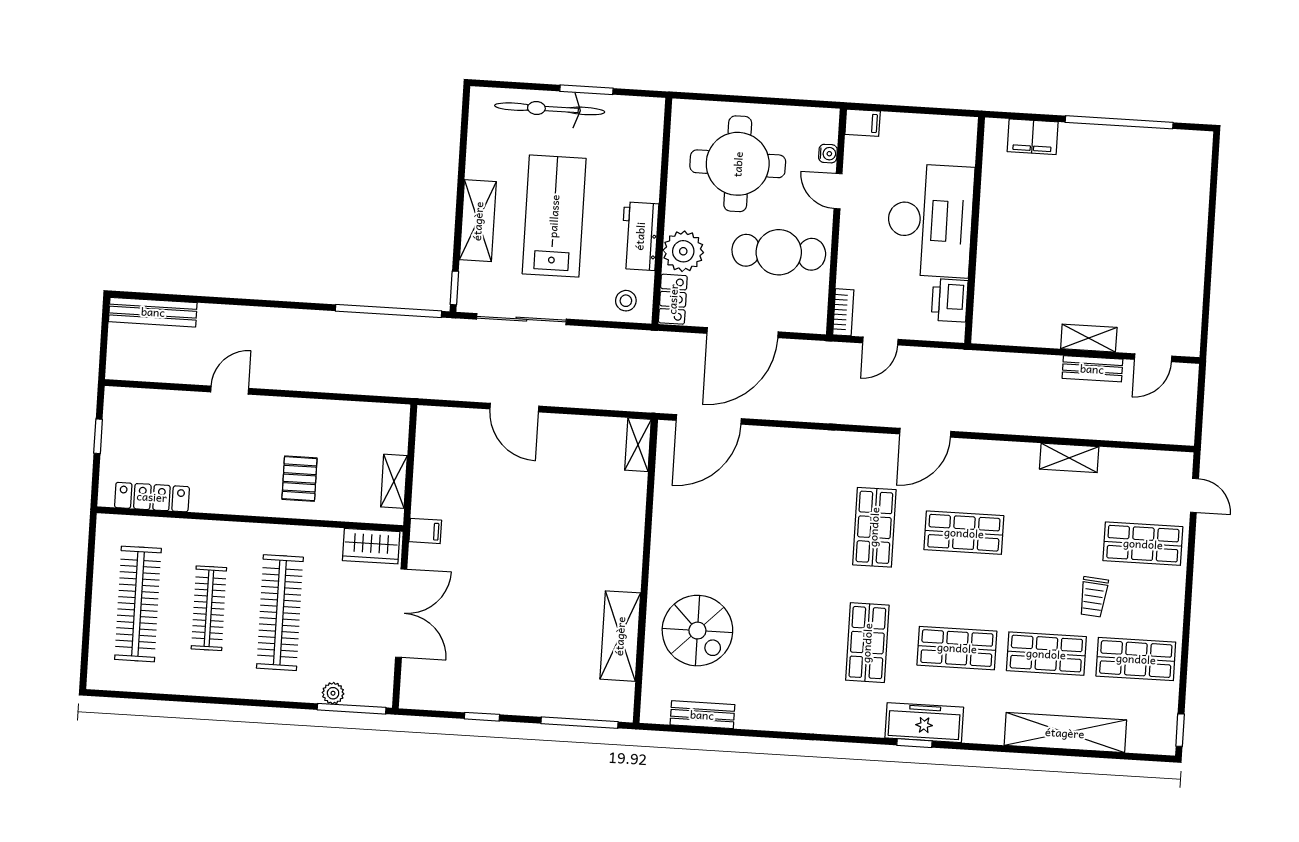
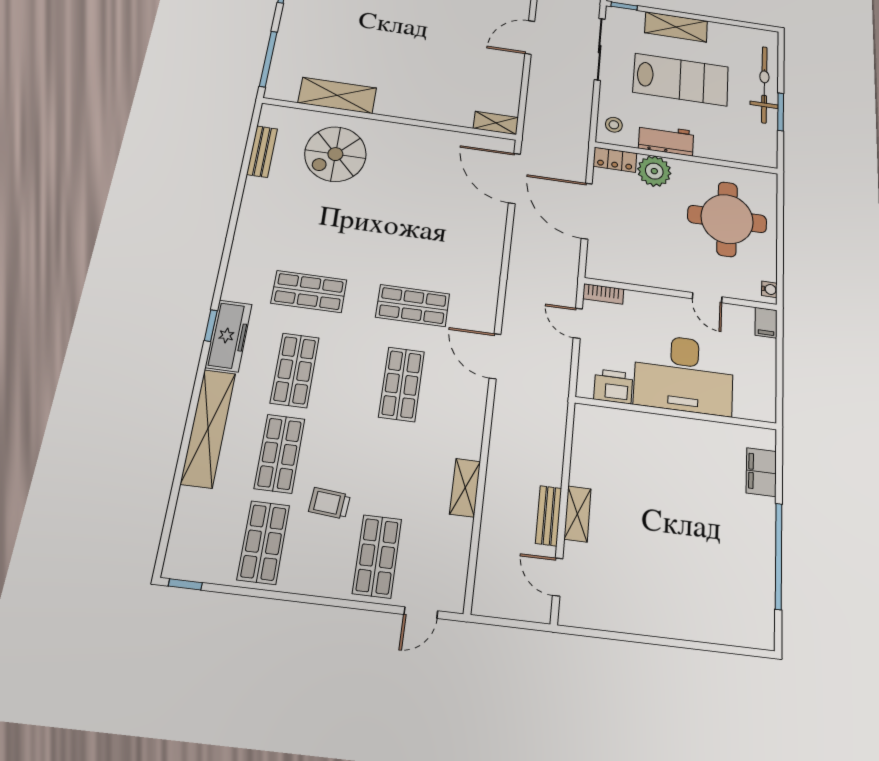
water cooler: (828, 154) -> (769, 289), moved, turned -90
door: (838, 191) -> (707, 298), swing flipped
cafe table: (779, 252) -> (654, 245), removed
shelving: (1065, 733) -> (208, 428), moved

